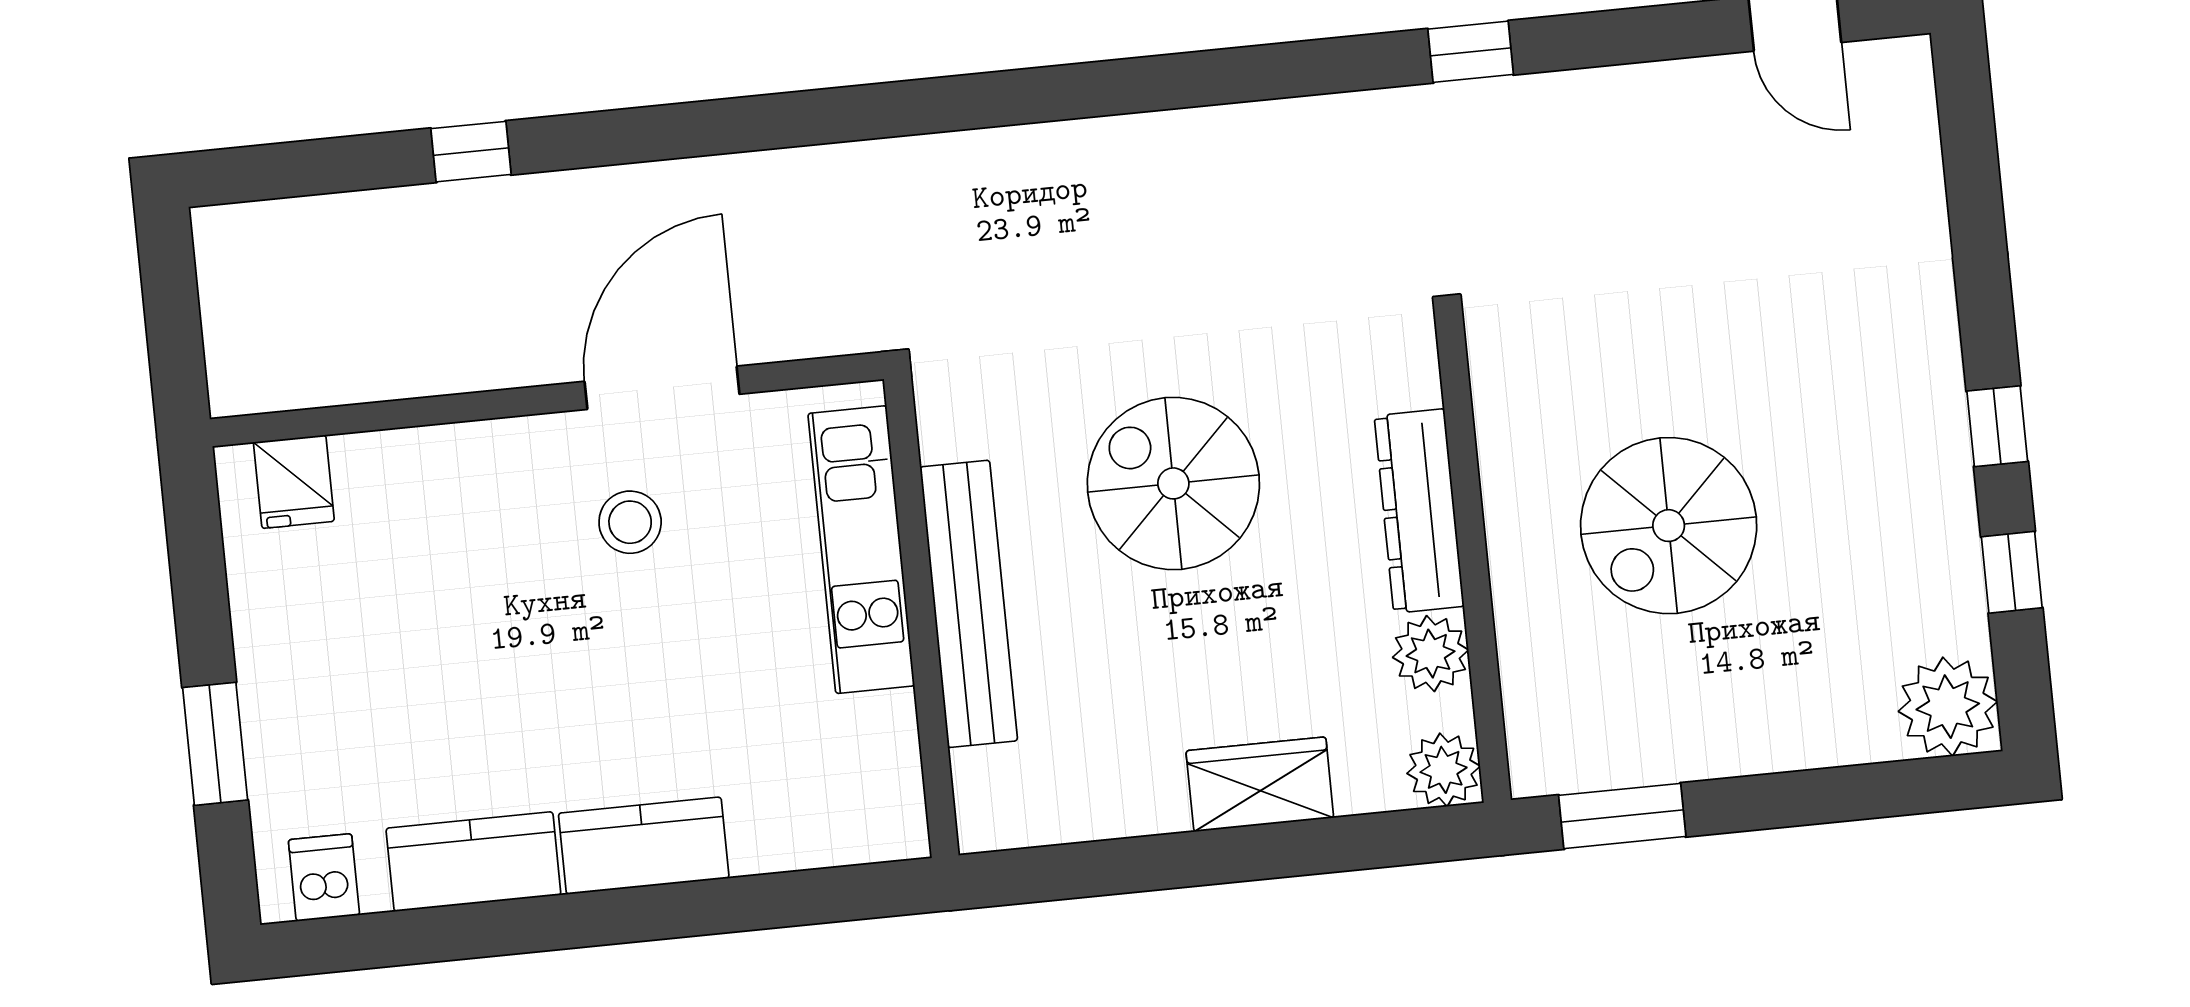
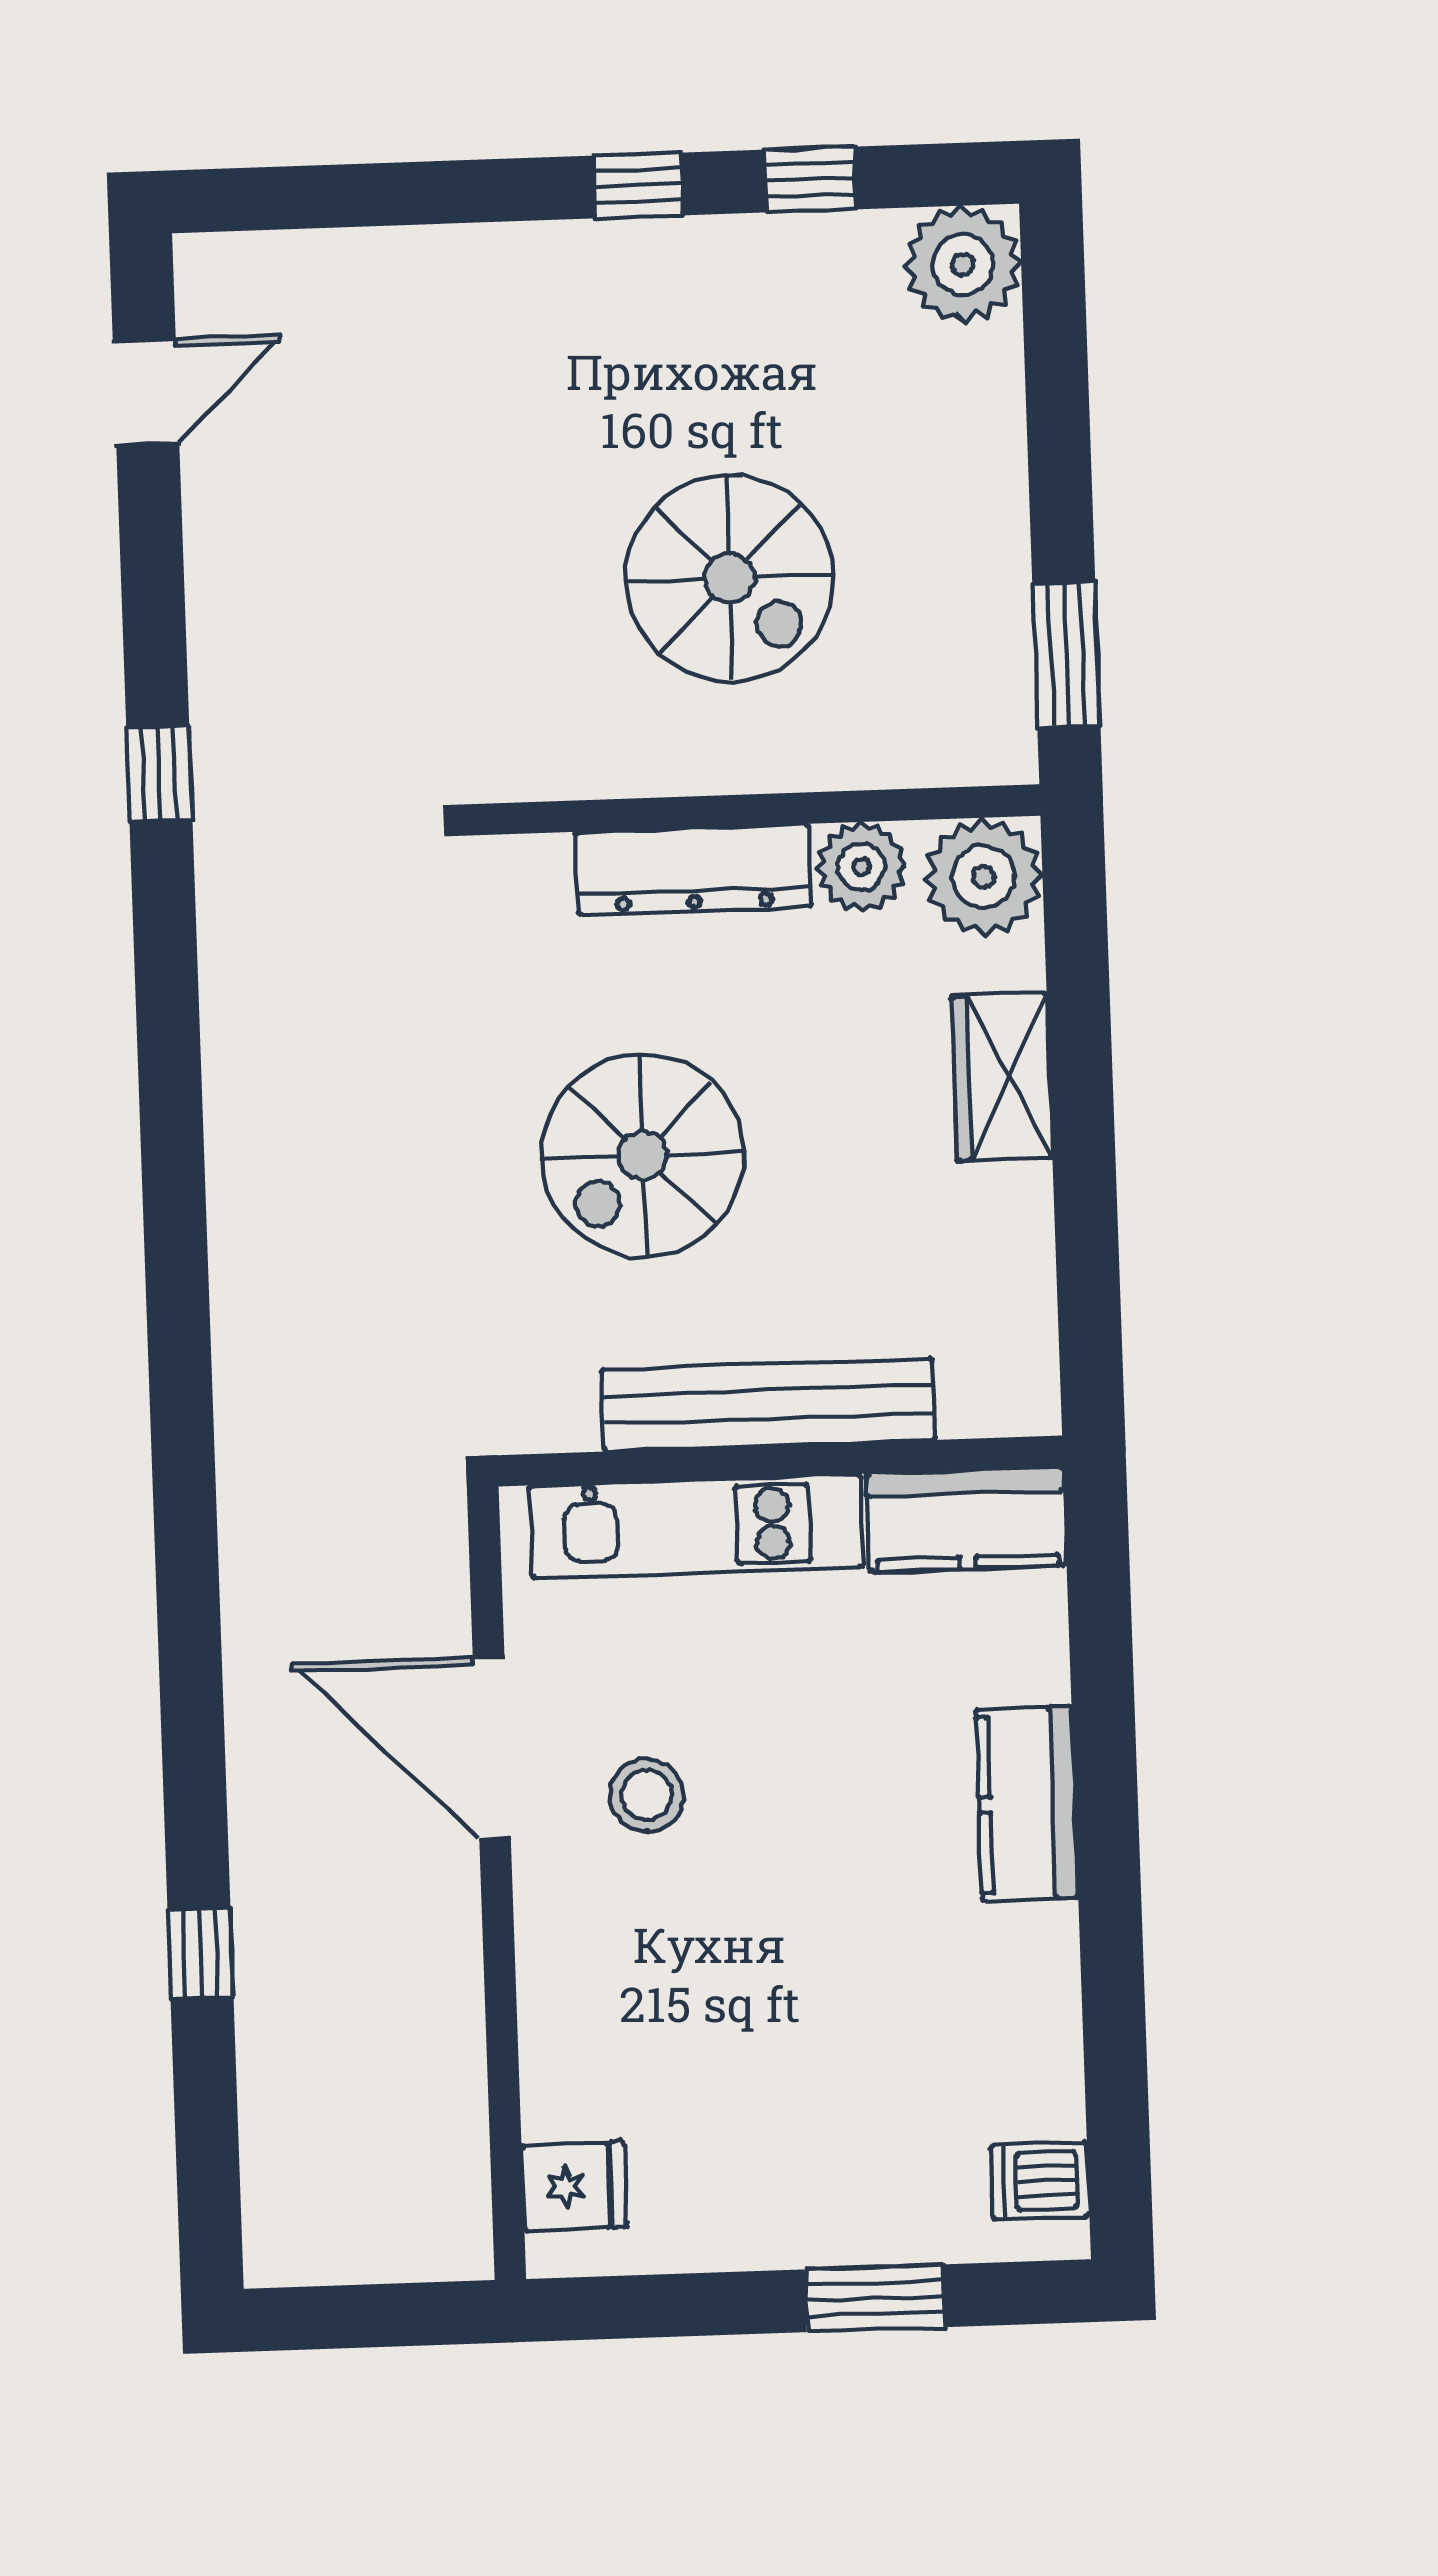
plant: (1444, 770) -> (984, 877), width x1.36, depth x1.36
kitchen counter: (473, 862) -> (967, 1519), moved, turned -90

